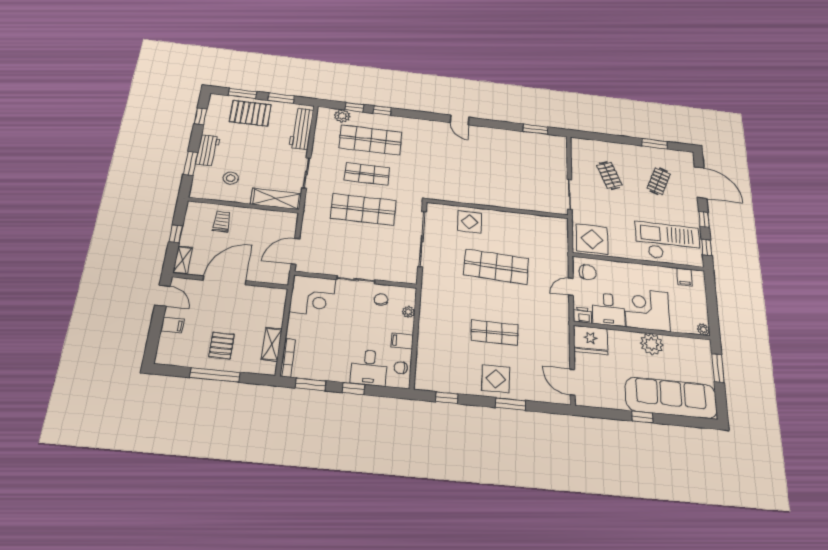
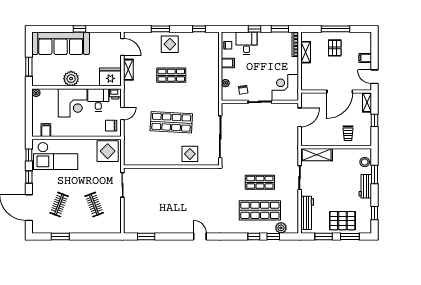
stool: (231, 178) -> (365, 162), moved
shop shelf: (363, 209) -> (260, 154), removed
shelving: (562, 348) -> (128, 70), added

